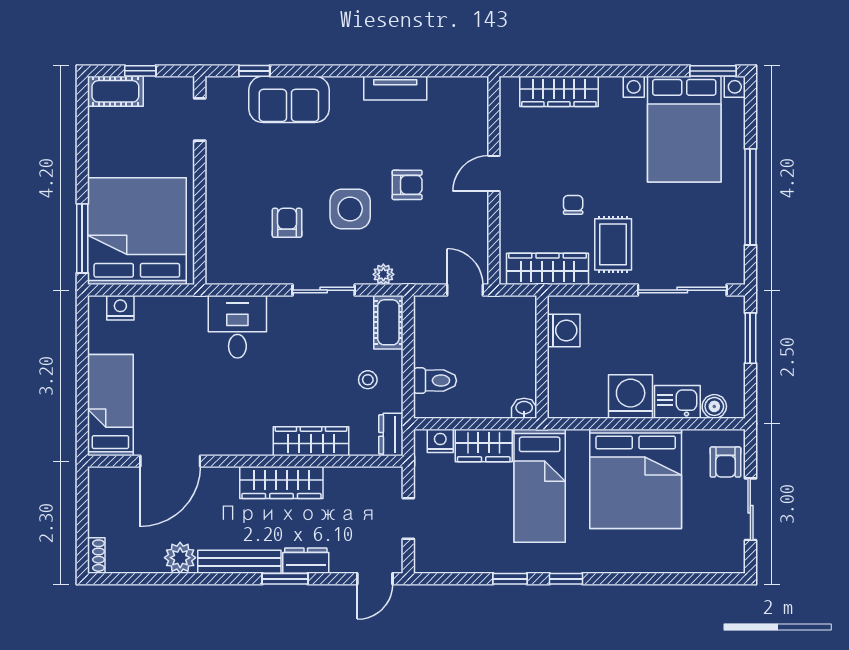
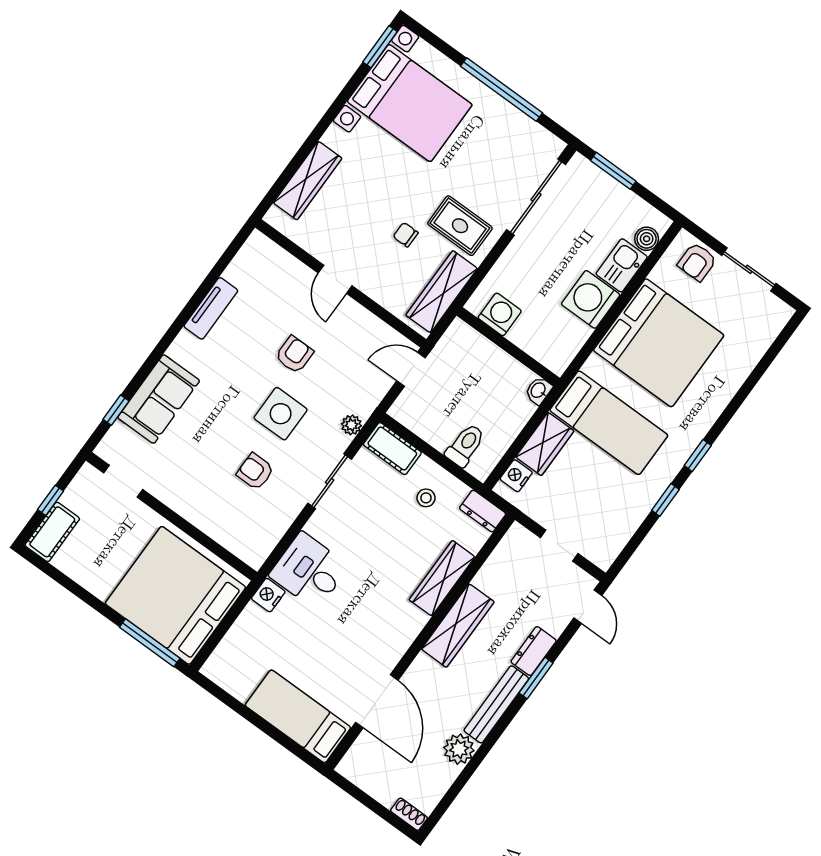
nightstand: (120, 308) -> (268, 595), moved
armchair: (725, 462) -> (697, 262), turned 90

